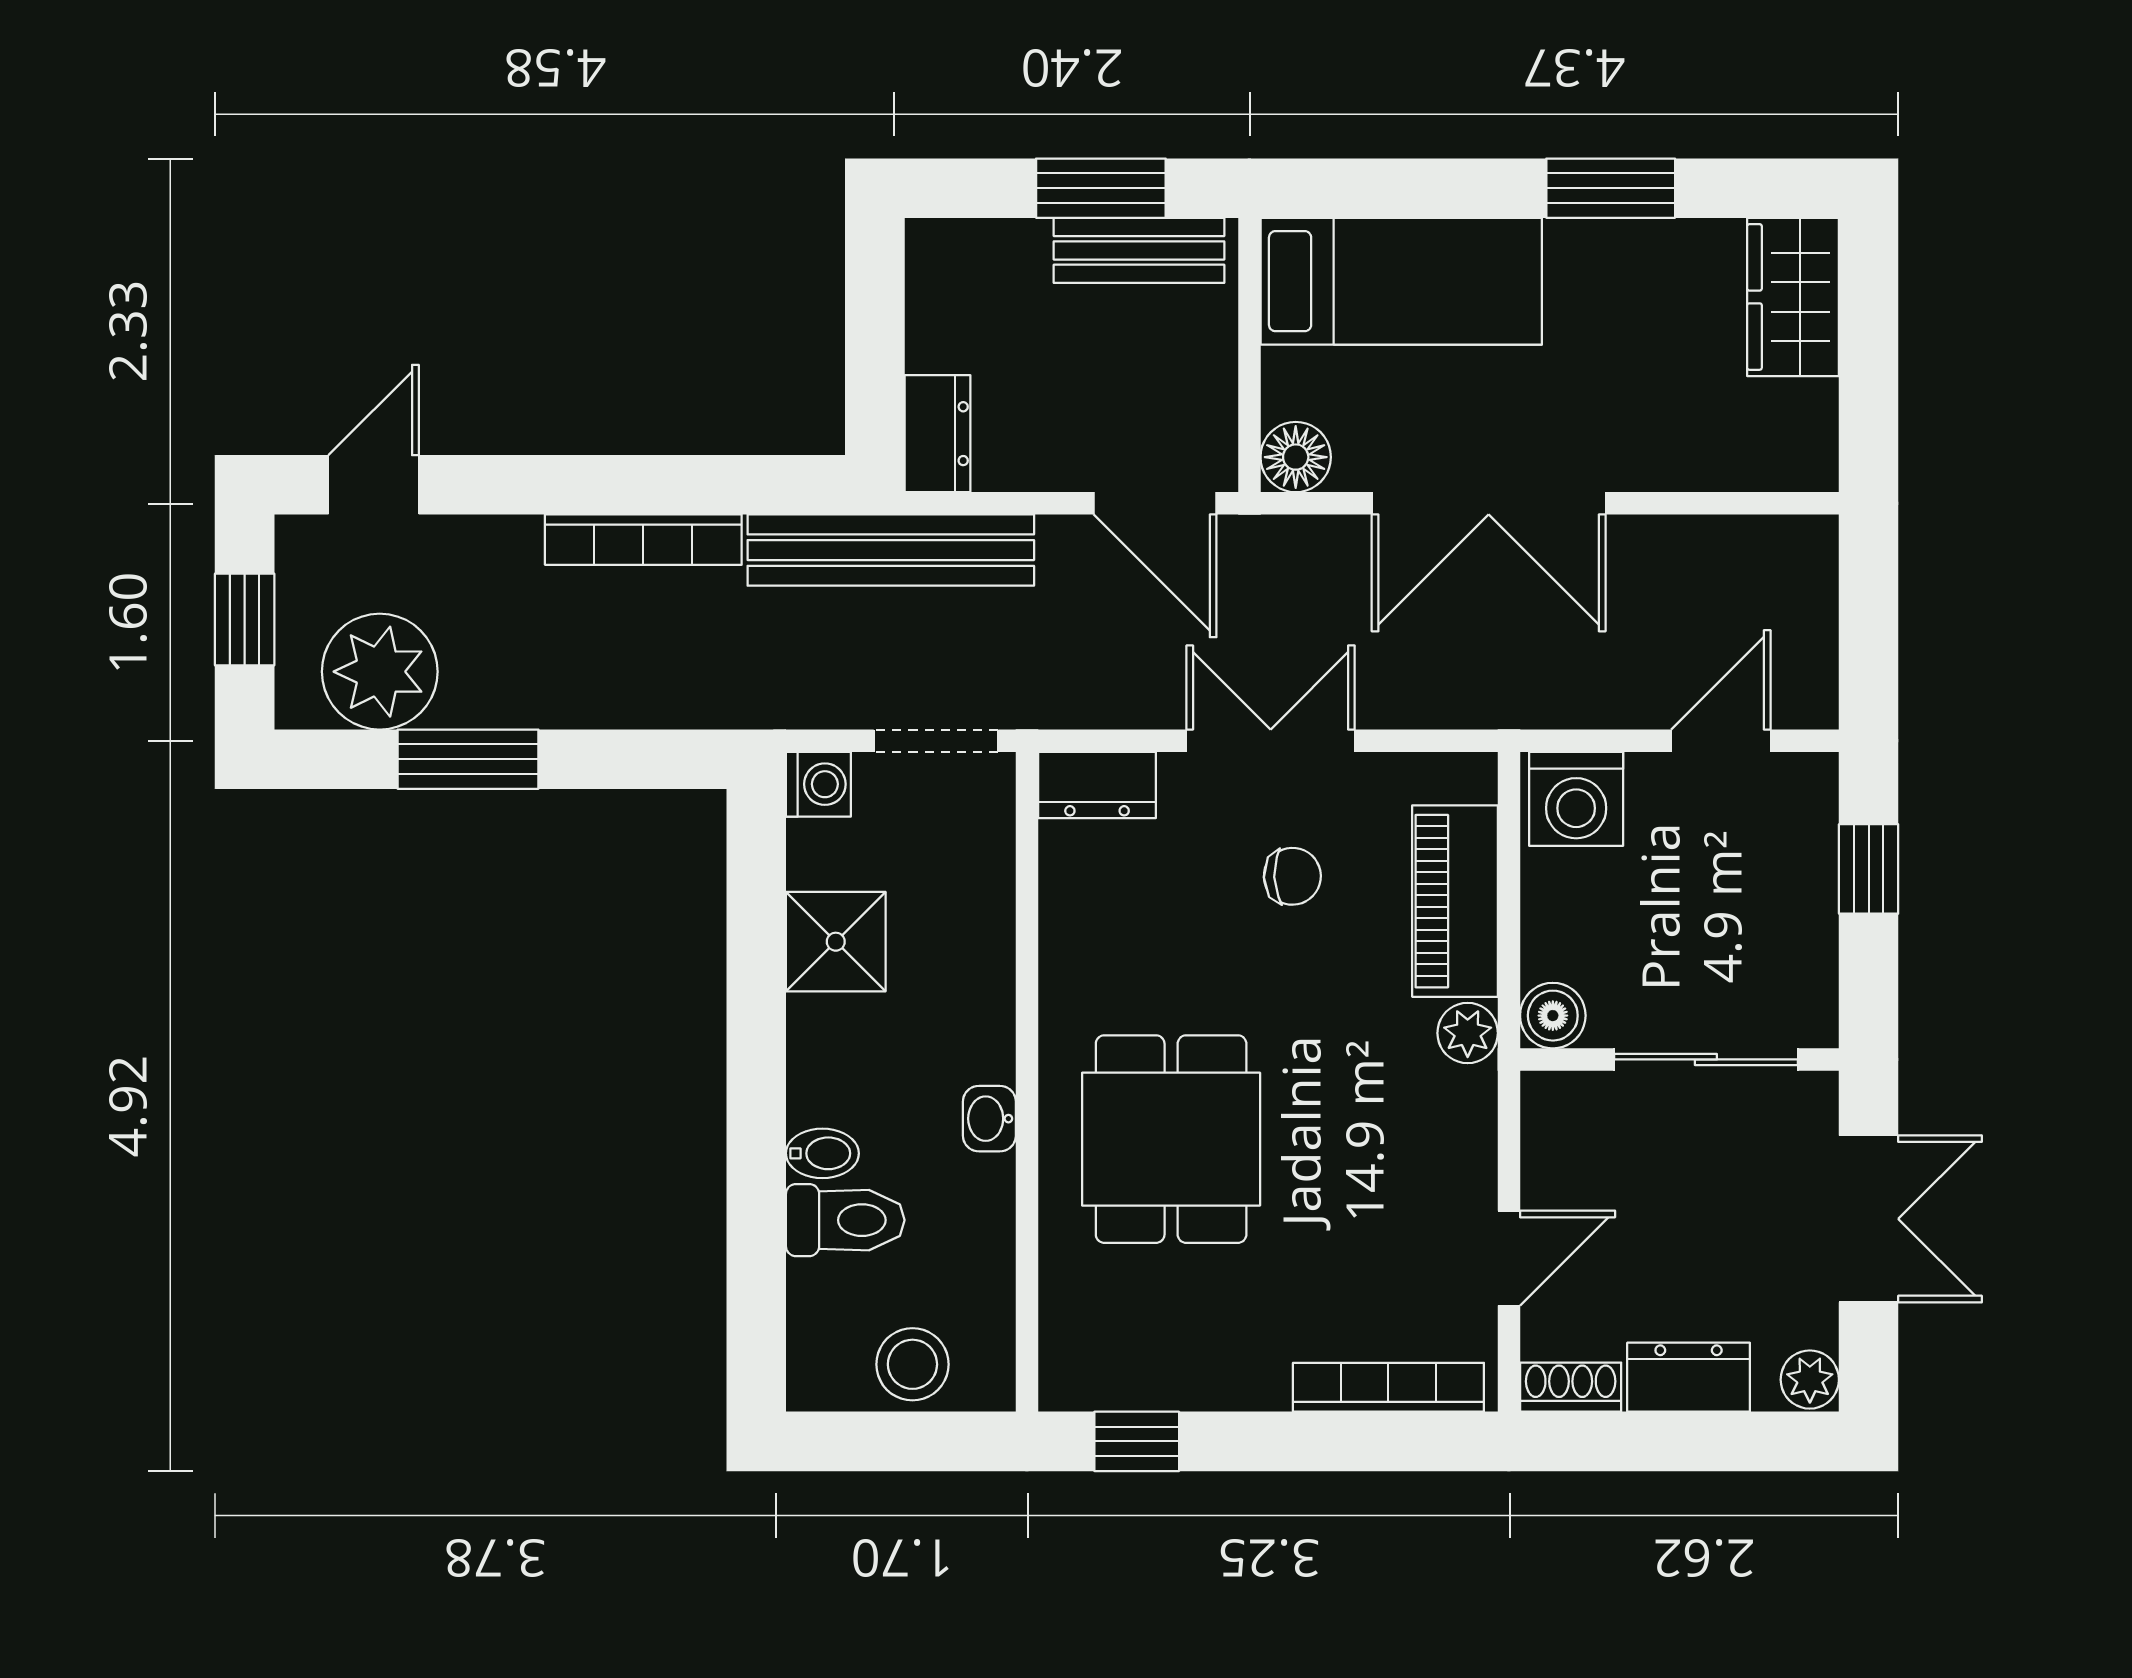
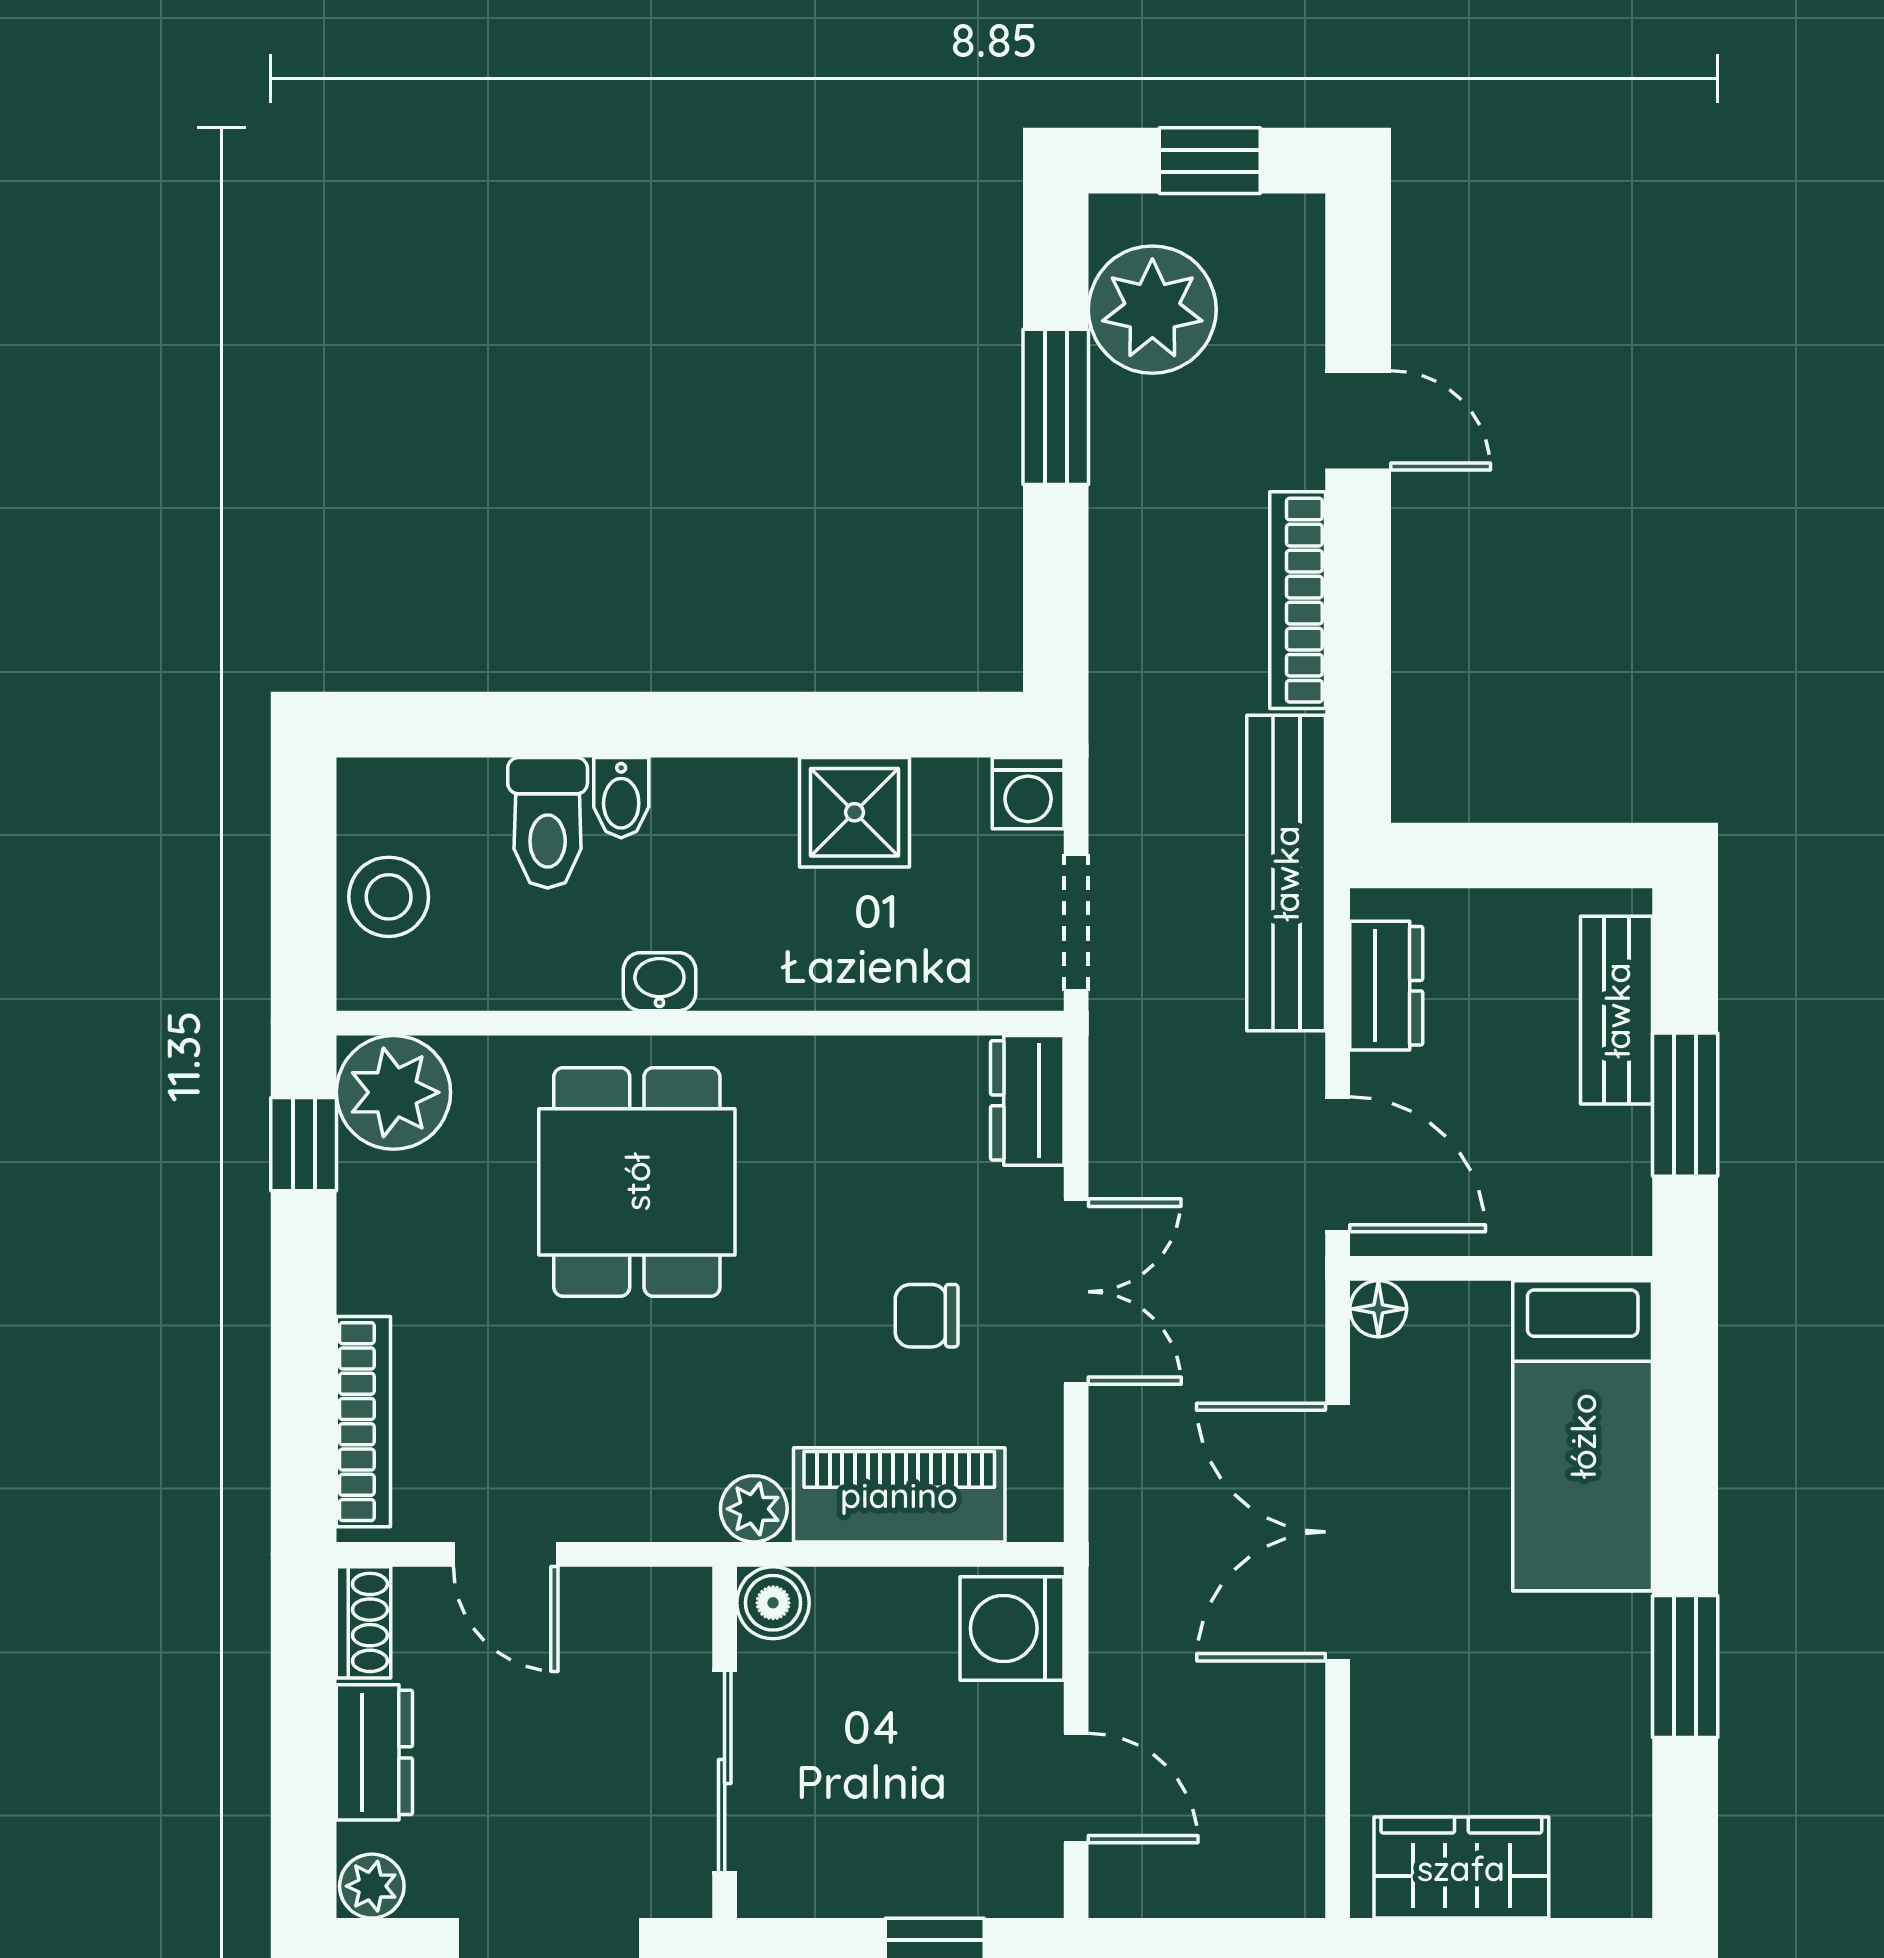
bench: (1139, 250) -> (1617, 1010), moved
wardrobe: (1793, 297) -> (1461, 1868), moved
dresser: (938, 434) -> (1386, 986), moved, turned -90
floor lamp: (1296, 457) -> (1378, 1309), width x0.73, depth x0.73
door: (374, 485) -> (1358, 420), moved
door: (1155, 503) -> (1338, 1164), swing flipped
chair: (1292, 876) -> (927, 1316), turned 92
dining table: (1171, 1139) -> (637, 1182), turned 90
plant: (1090, 1360) -> (393, 1092), added

